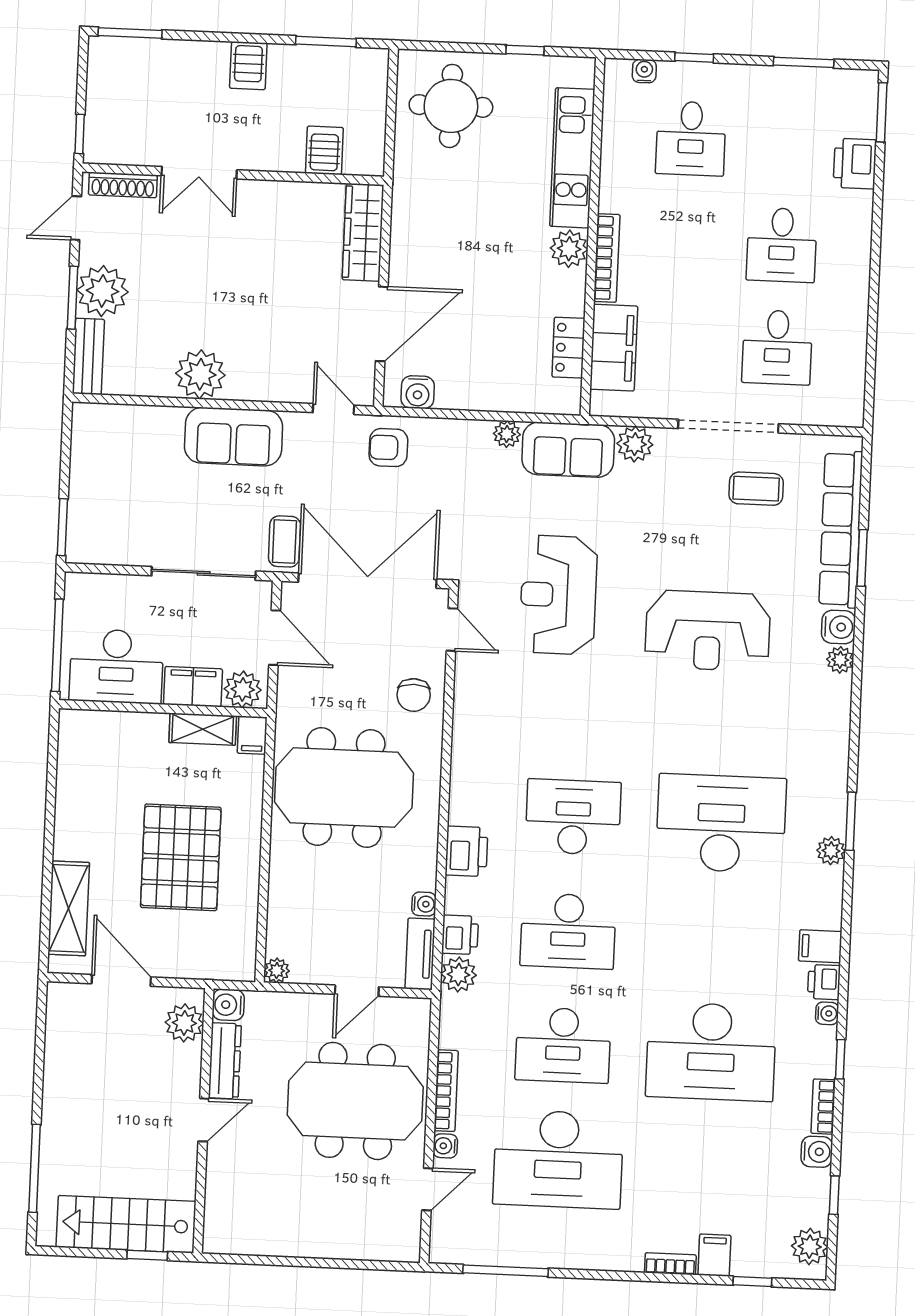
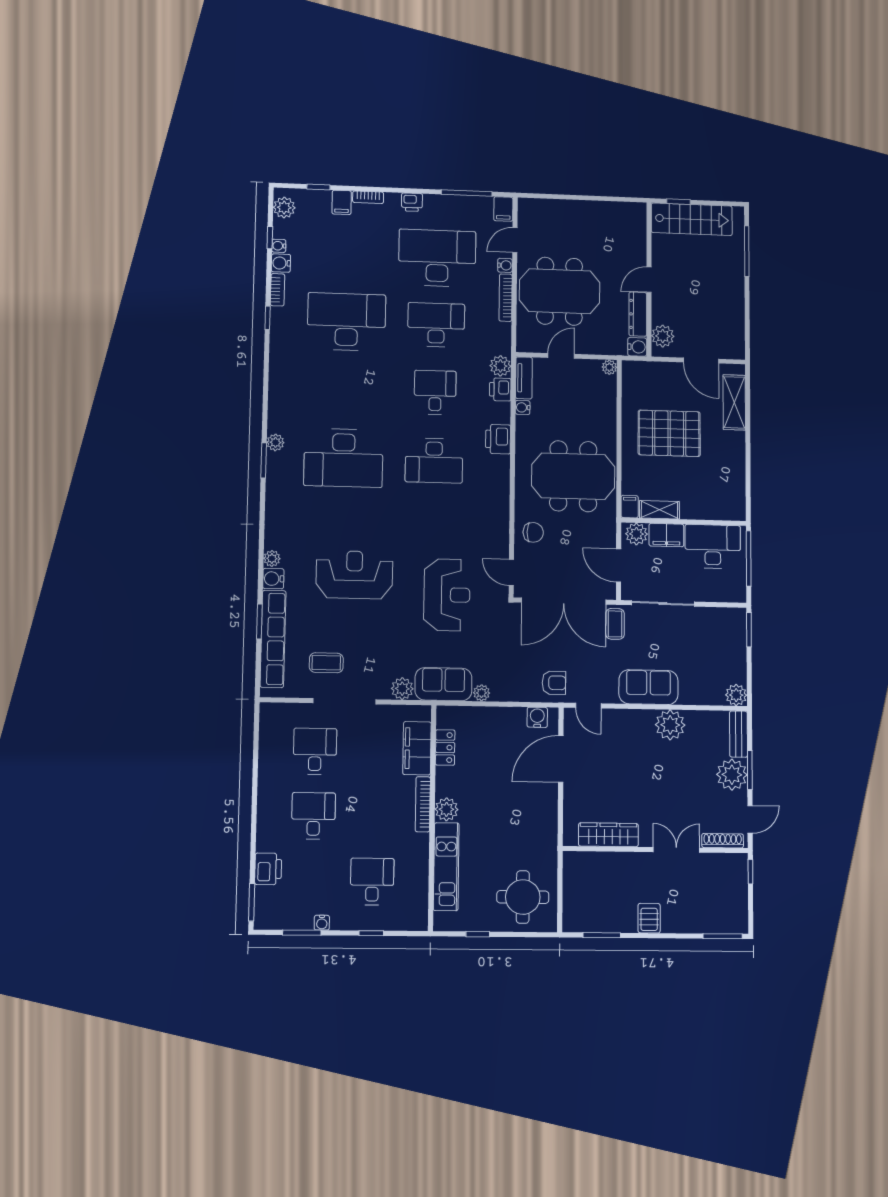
water cooler: (644, 71) -> (322, 923), moved
server rack: (324, 150) -> (600, 866), removed
wardrobe: (363, 232) -> (608, 835), moved, turned -90
plant: (89, 420) -> (736, 695), added
chair: (414, 695) -> (533, 532), turned 90
pallet: (181, 857) -> (669, 433), turned 90
desk: (568, 931) -> (435, 392), width x0.73
filing cabinet: (820, 946) -> (503, 209), moved, turned 90
printer: (824, 982) -> (412, 202), moved, turned 90
water cooler: (827, 1013) -> (279, 246), moved

